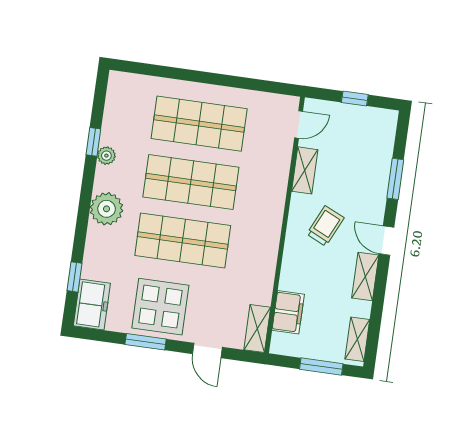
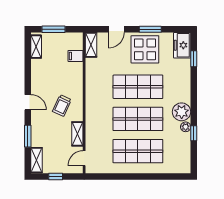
plant: (107, 209) -> (182, 112), moved
shelving: (365, 277) -> (37, 160), moved
filing cabinet: (288, 312) -> (75, 56), width x0.50
door: (207, 350) -> (116, 29), swing flipped

